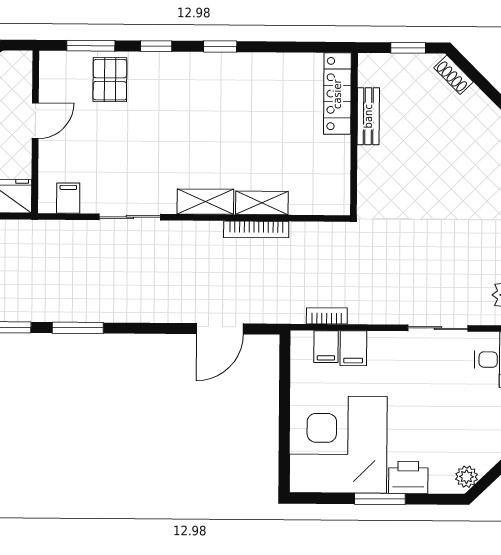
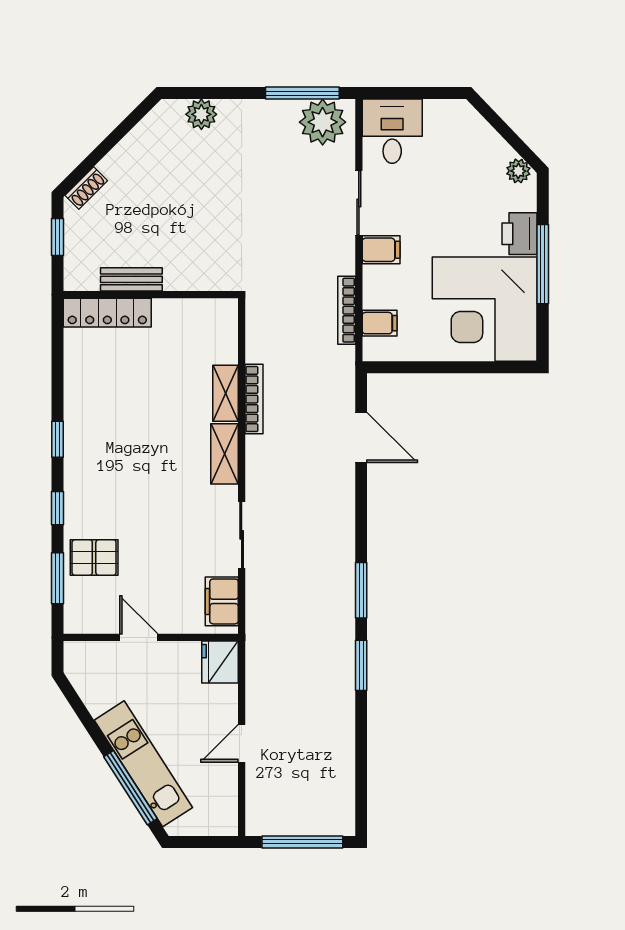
filing cabinet: (68, 198) -> (222, 601), width x2.00
bookcase: (327, 316) -> (347, 310), width x1.56
filing cabinet: (353, 348) -> (381, 250), moved
window: (380, 499) -> (543, 264), width x1.44

